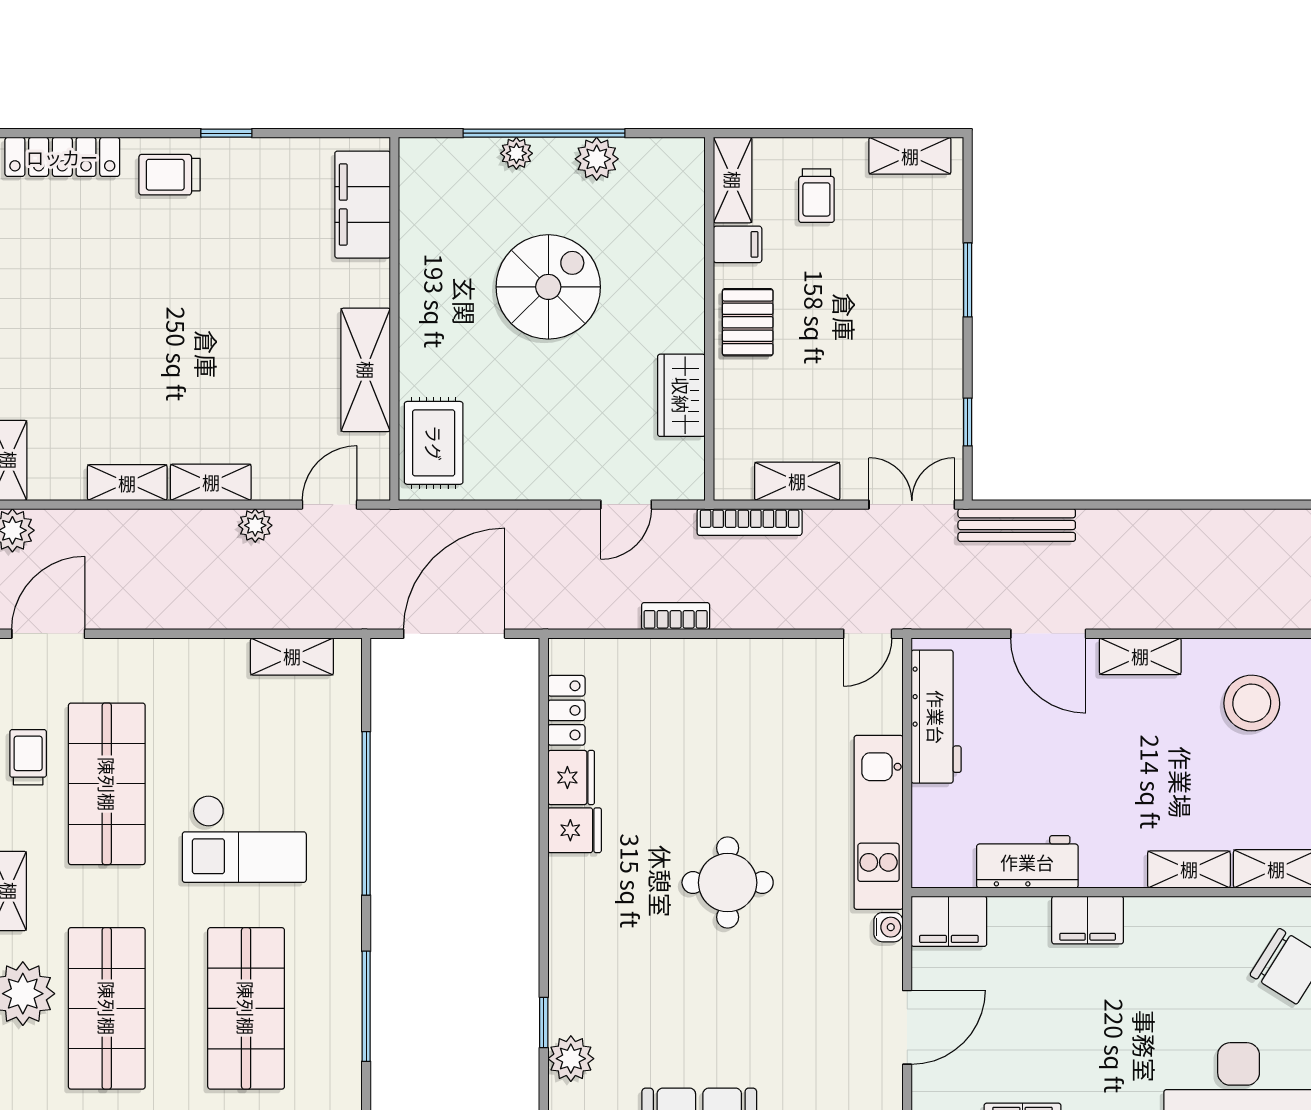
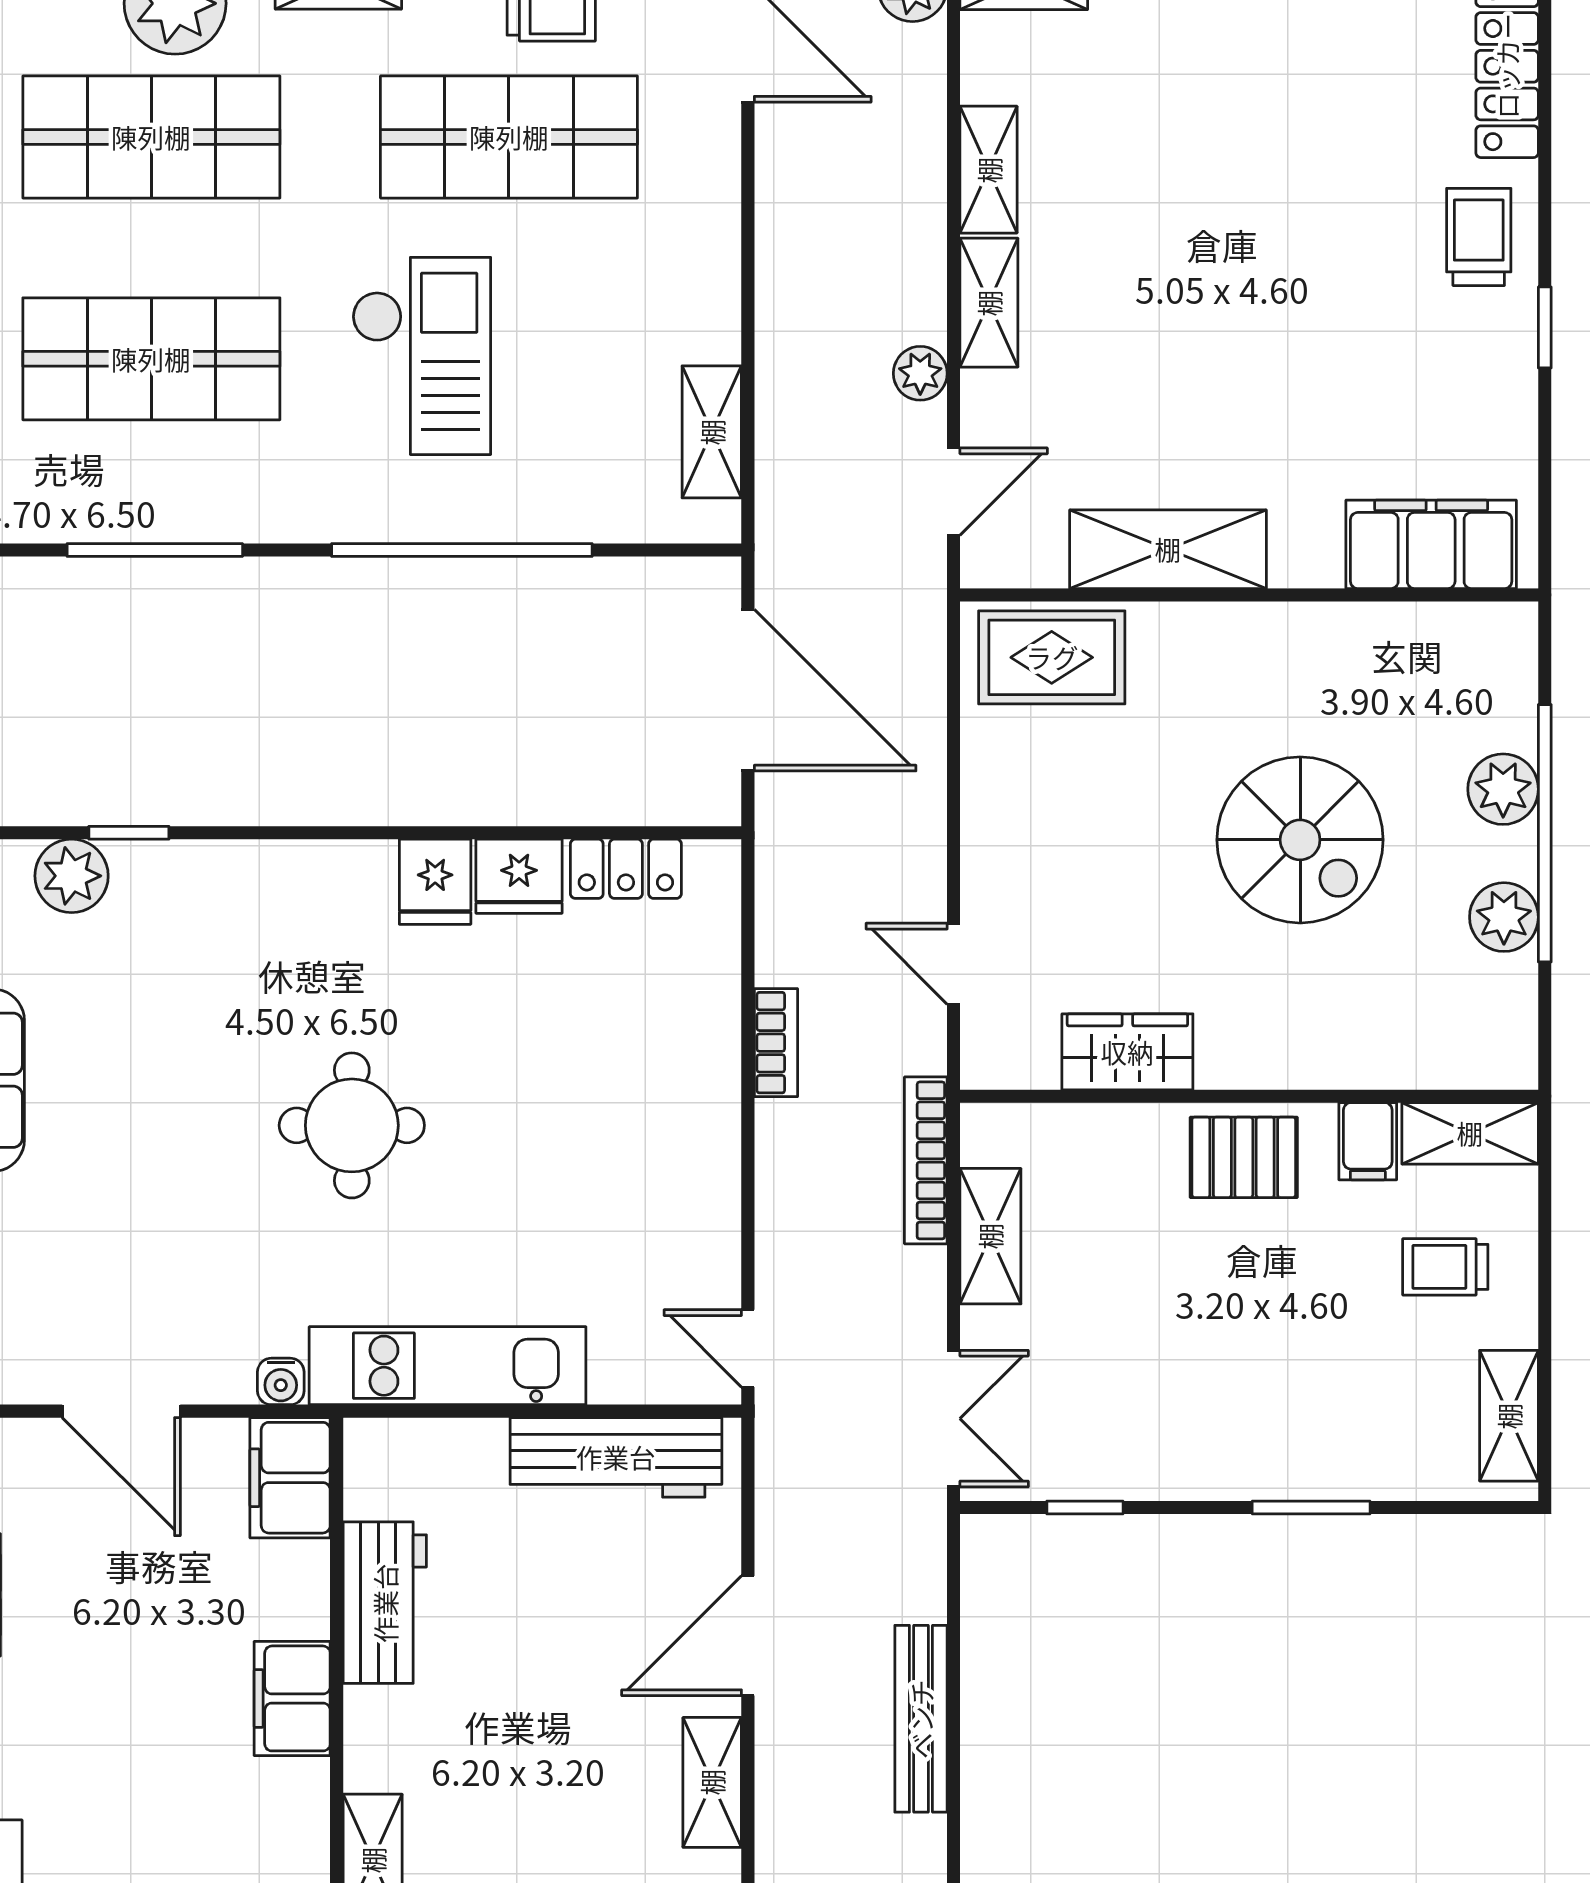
plant: (516, 153) -> (1503, 789), width x1.38, depth x1.38
door: (330, 505) -> (954, 492), hinge flipped
bench: (1017, 525) -> (921, 1719), moved
checkout: (244, 839) -> (421, 356), turned 180

